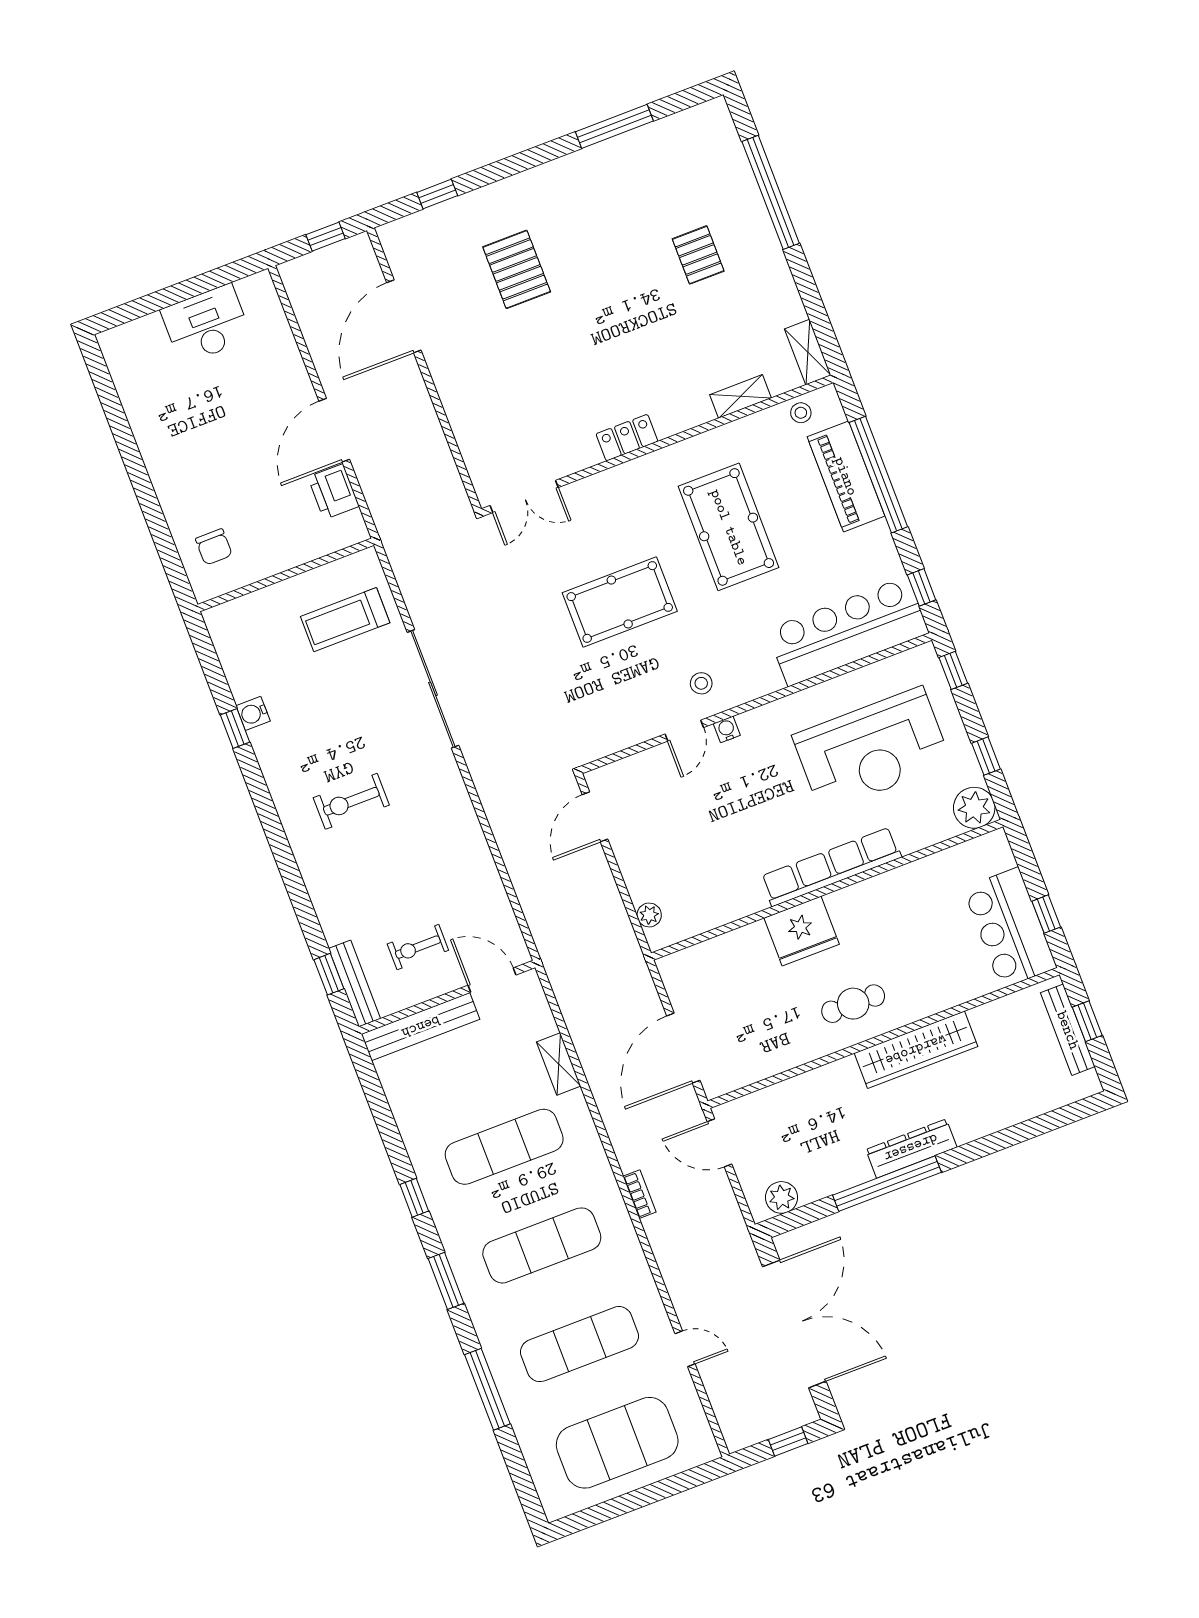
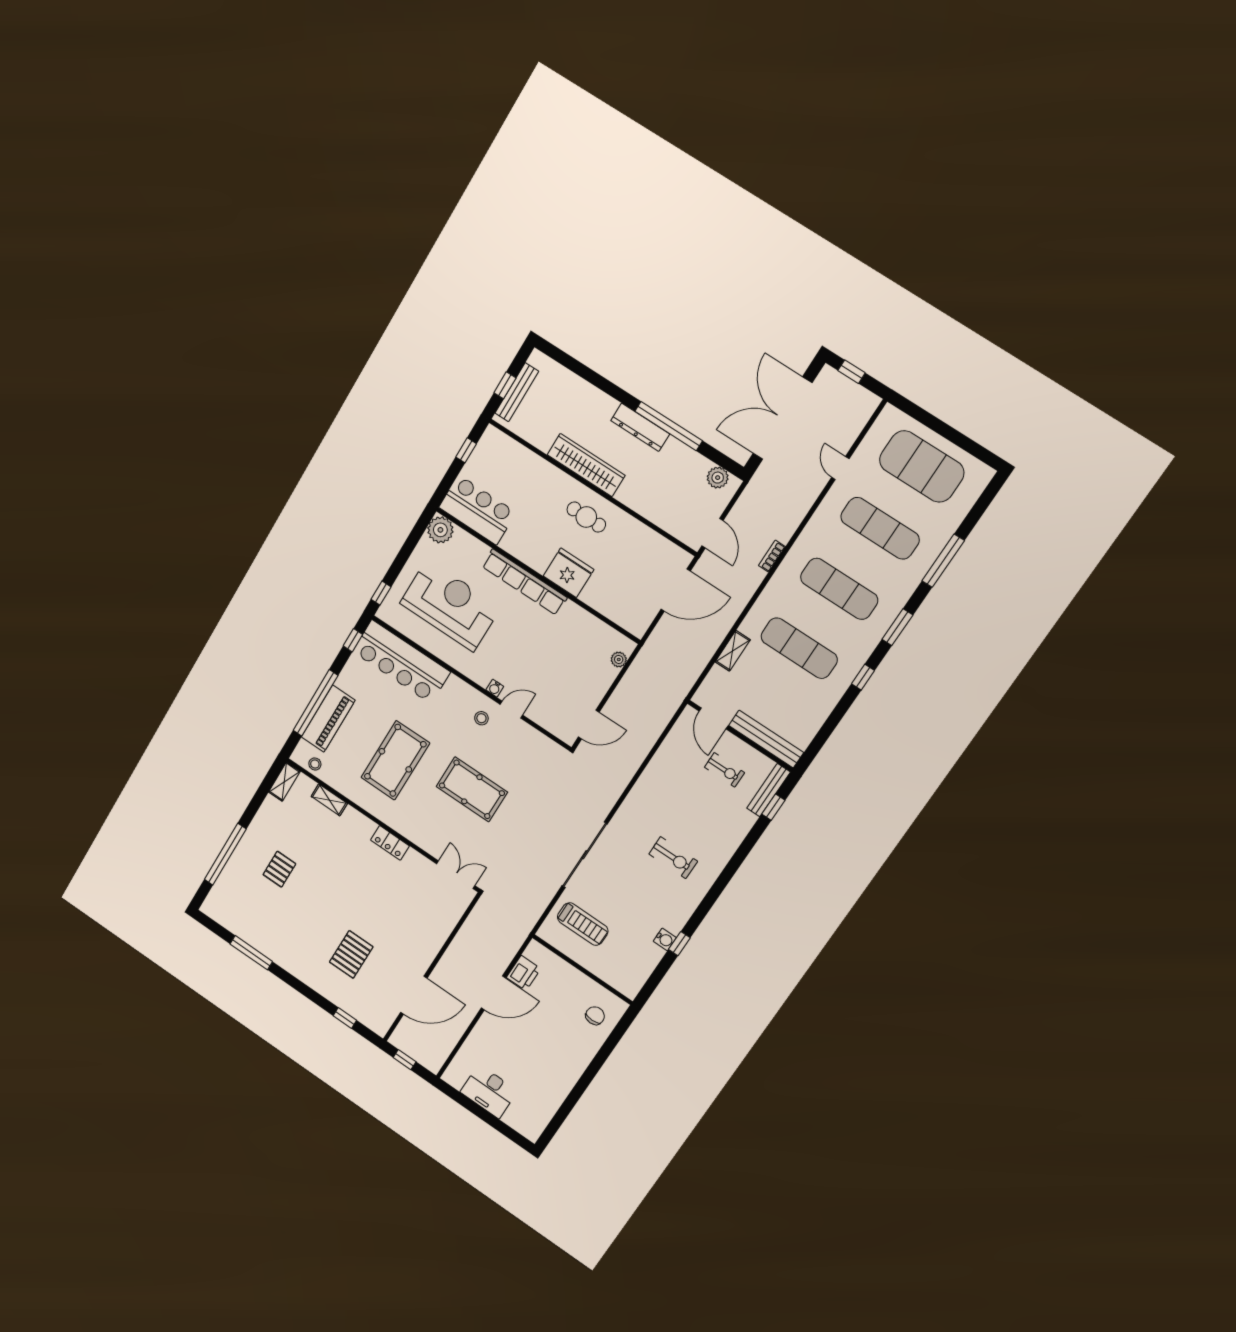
window: (986, 756) -> (410, 544), removed
bar counter: (1010, 928) -> (477, 510), moved, turned -90

